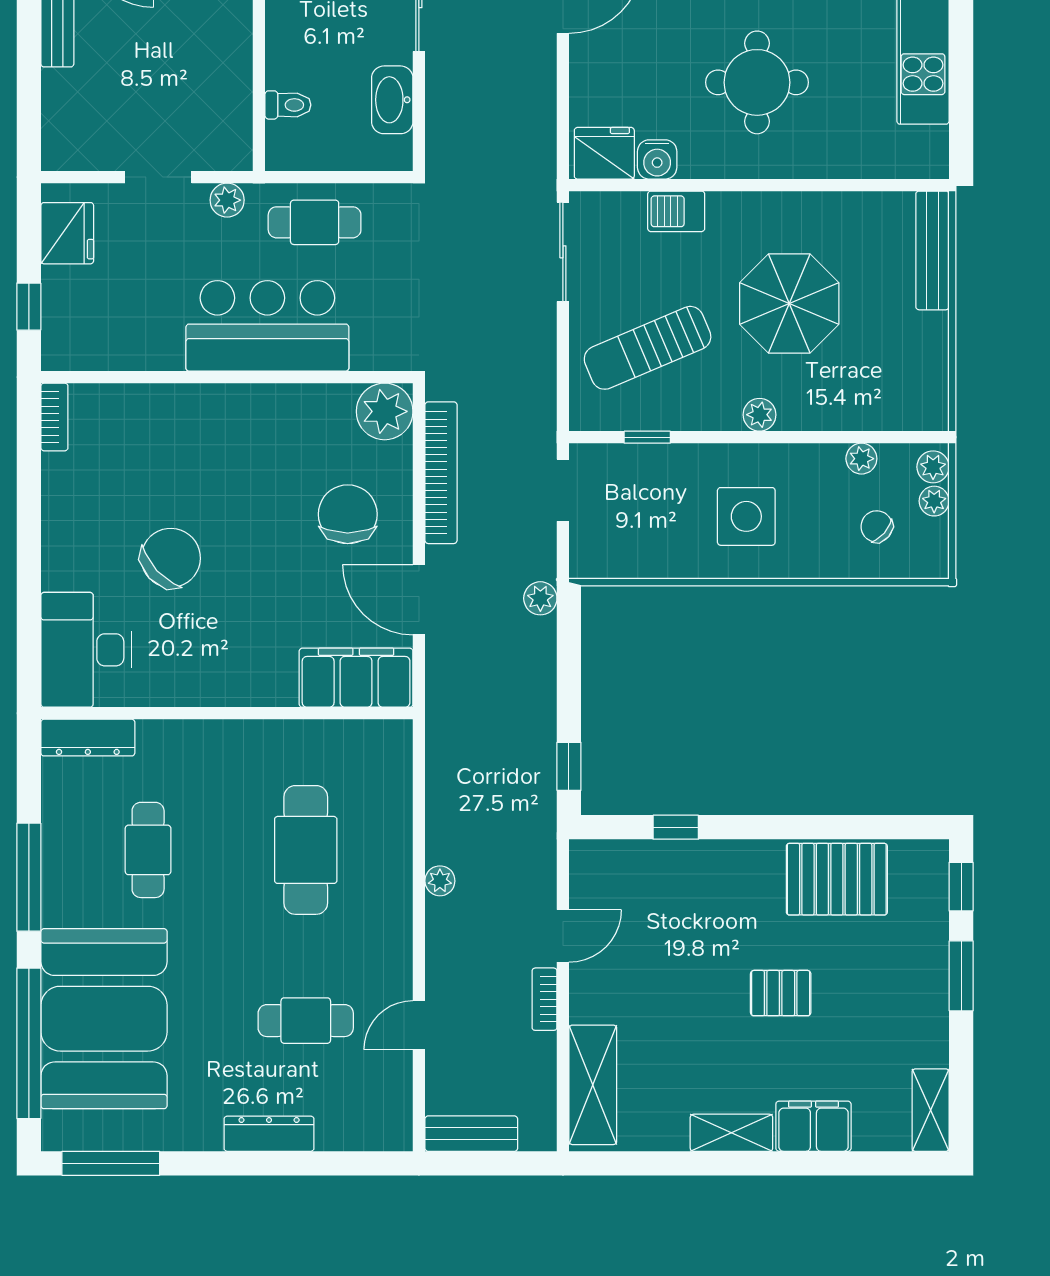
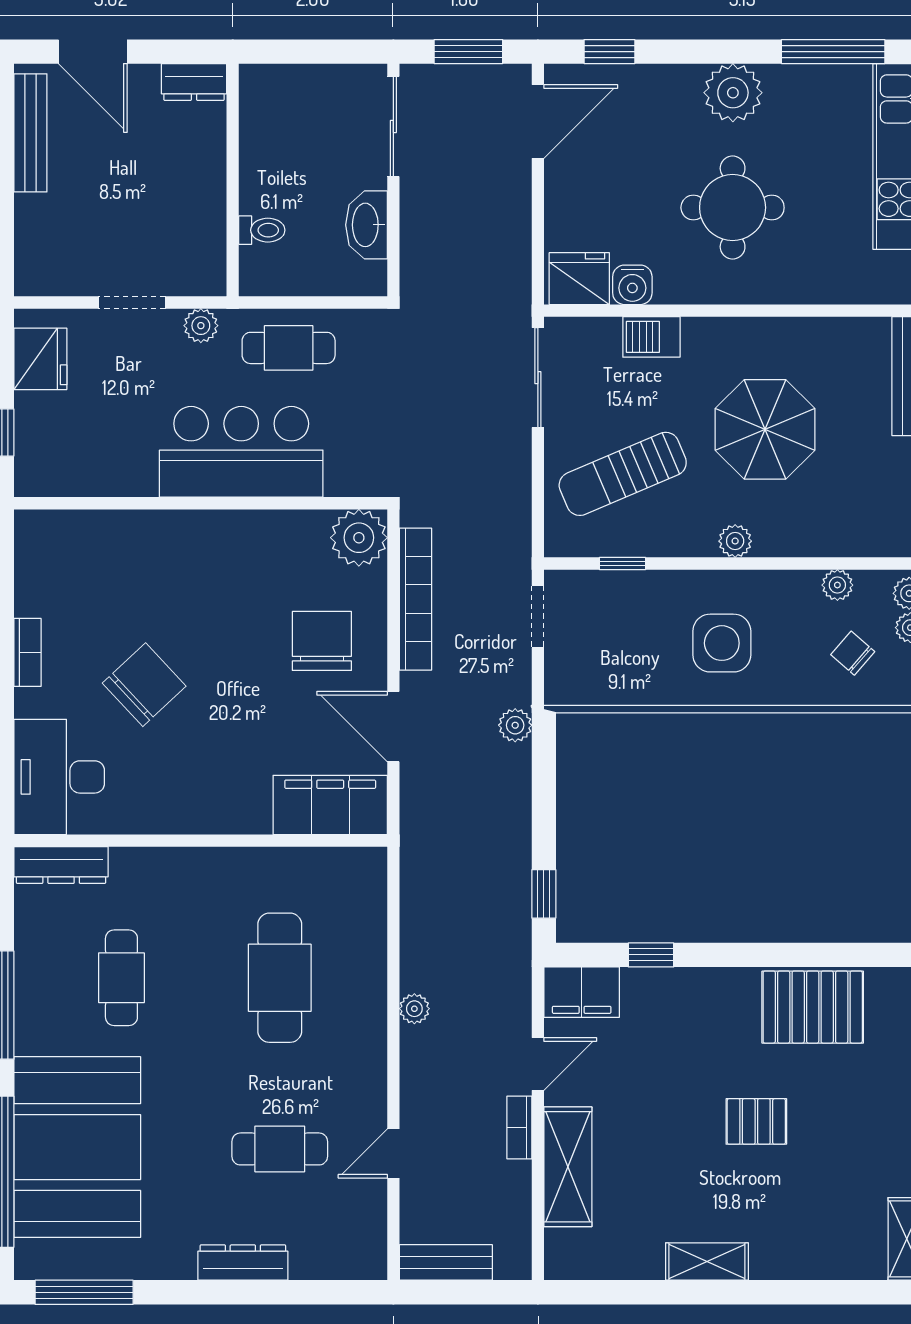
bookcase: (54, 417) -> (27, 652), moved
shelving: (593, 1085) -> (568, 1167), moved
filing cabinet: (813, 1126) -> (582, 992), moved, turned 180

